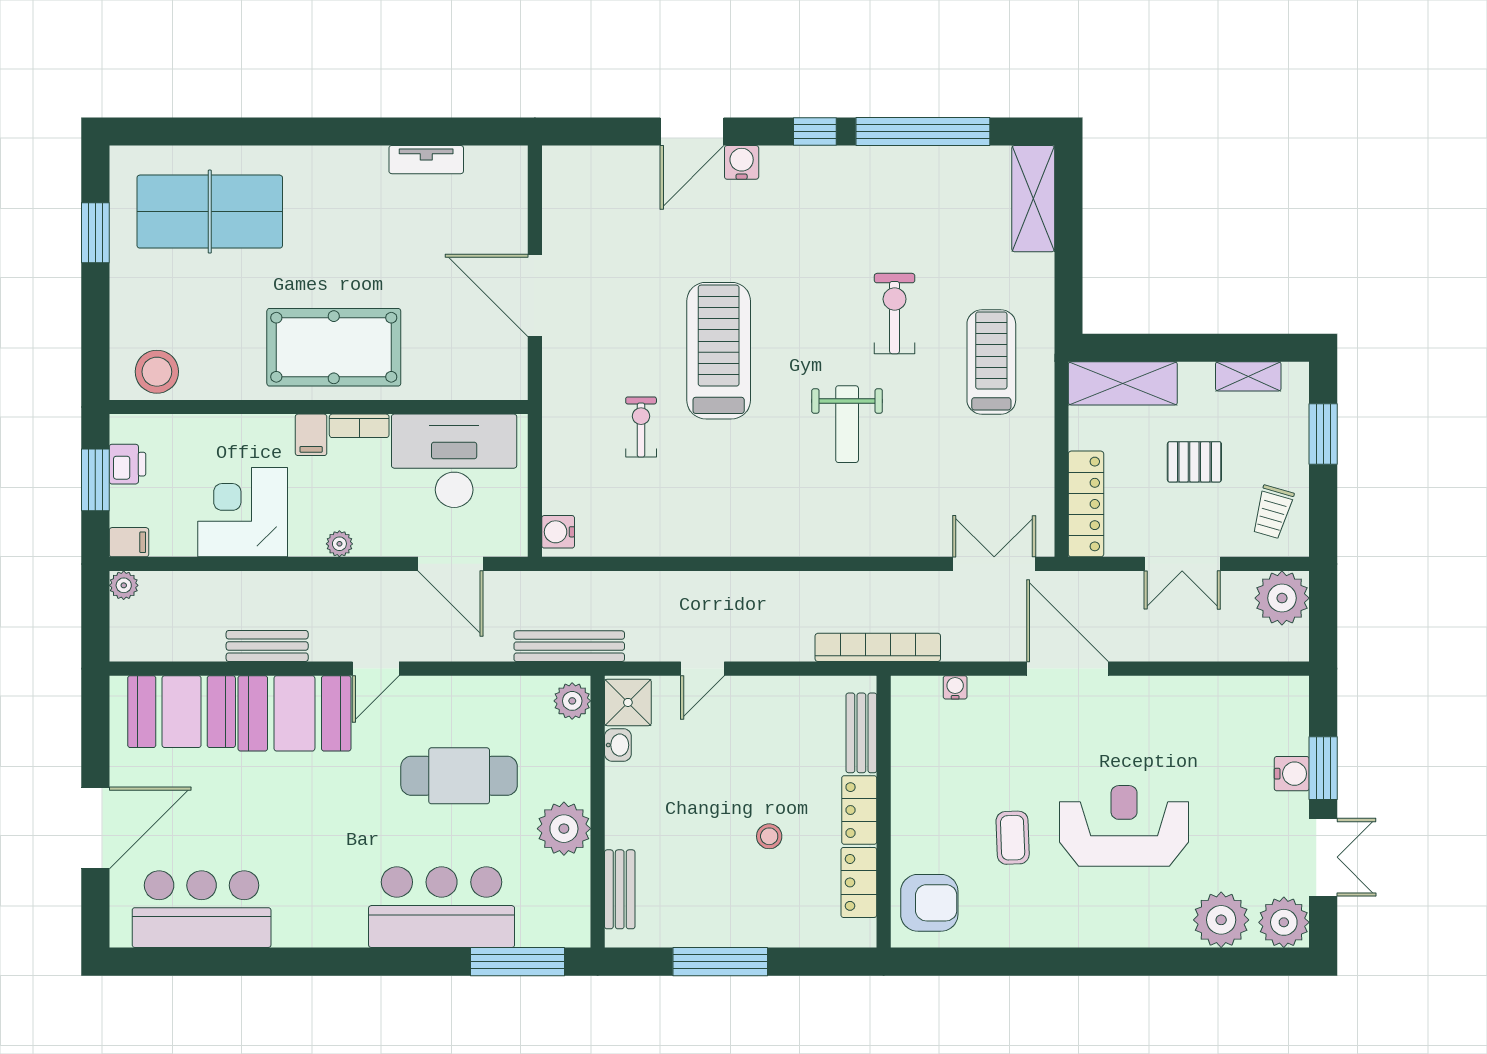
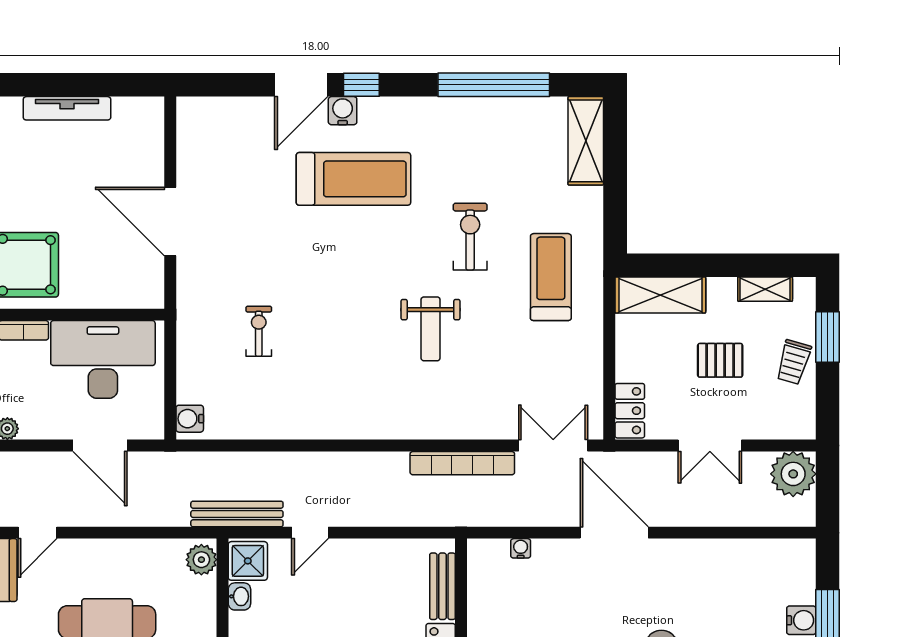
window: (815, 131) -> (361, 85), moved
tv unit: (426, 160) -> (67, 108), width x1.41
treadmill: (719, 351) -> (353, 179), moved, turned 90
locker: (1086, 504) -> (630, 411), width x0.66
trolley: (1273, 512) -> (794, 362), moved
bench: (569, 646) -> (237, 514), moved
bookcase: (878, 647) -> (462, 463), moved, turned 180

